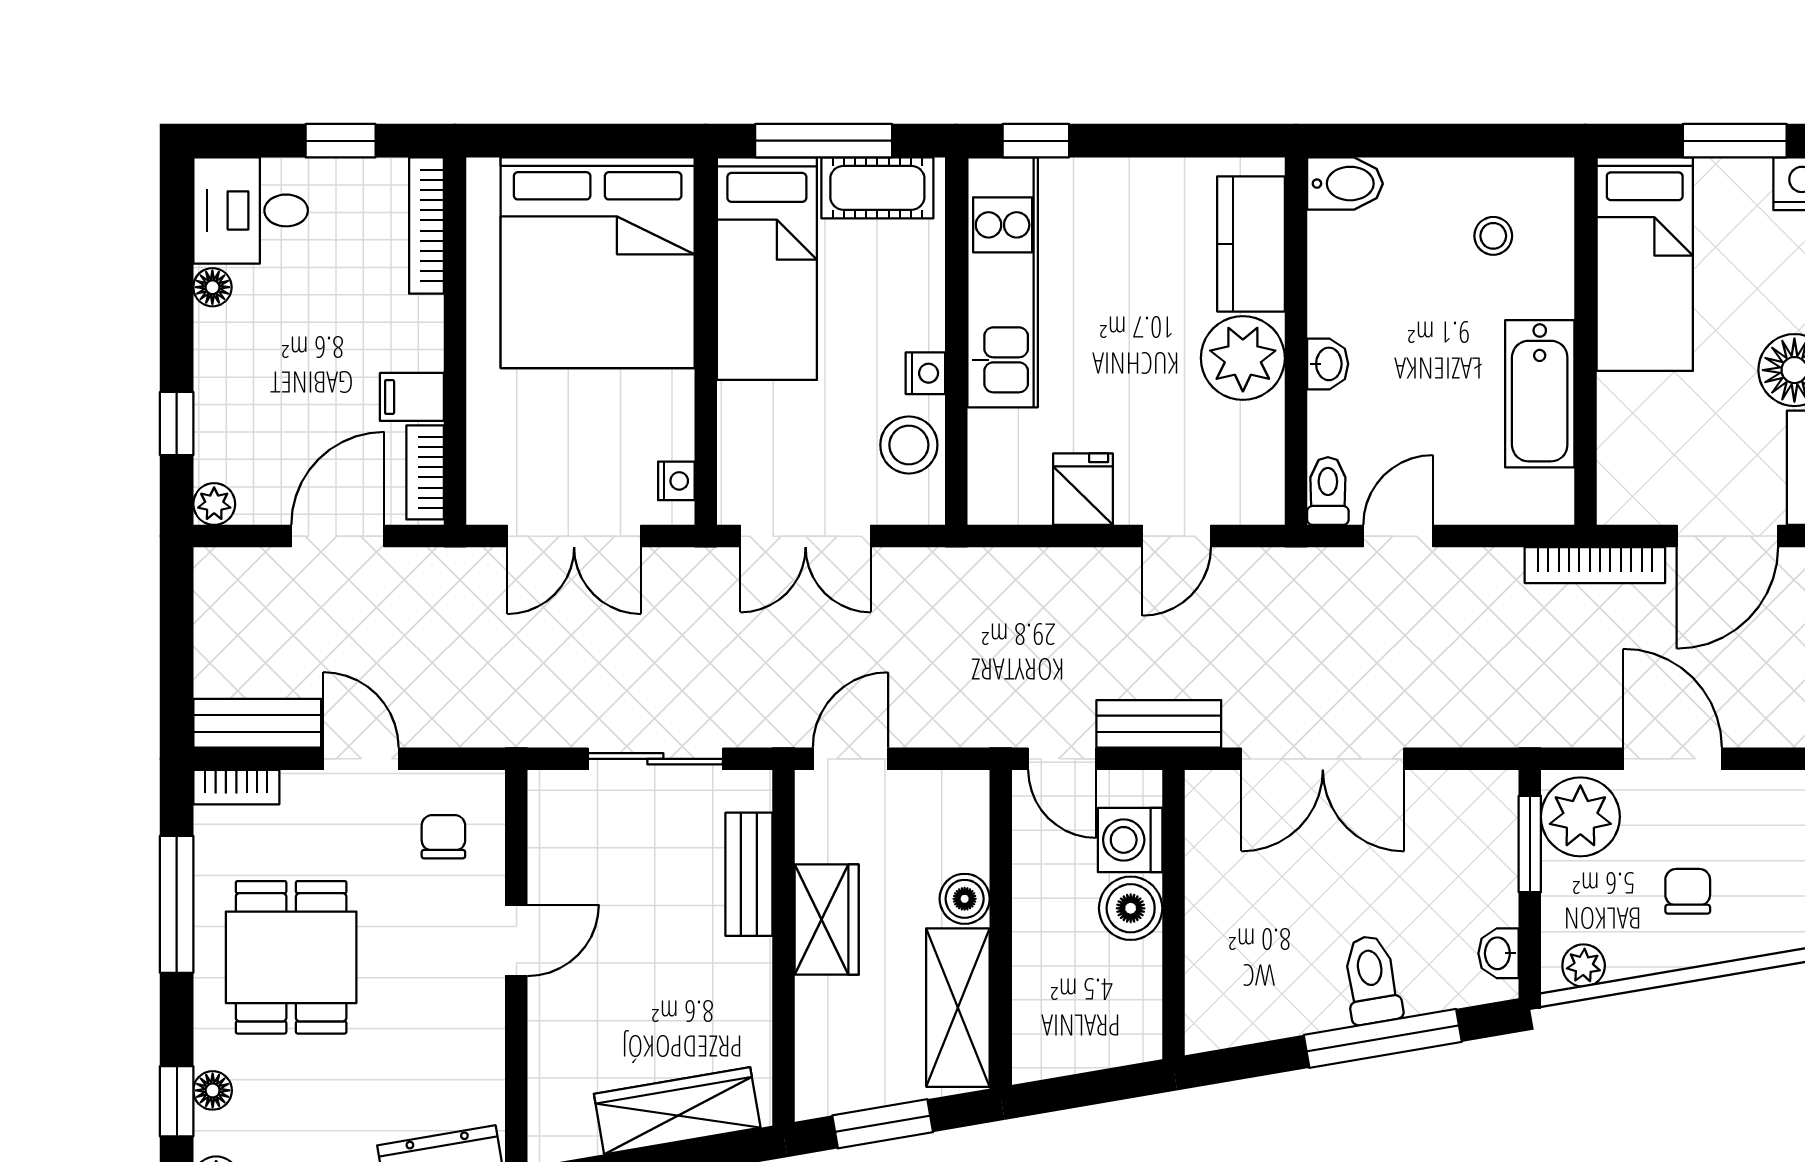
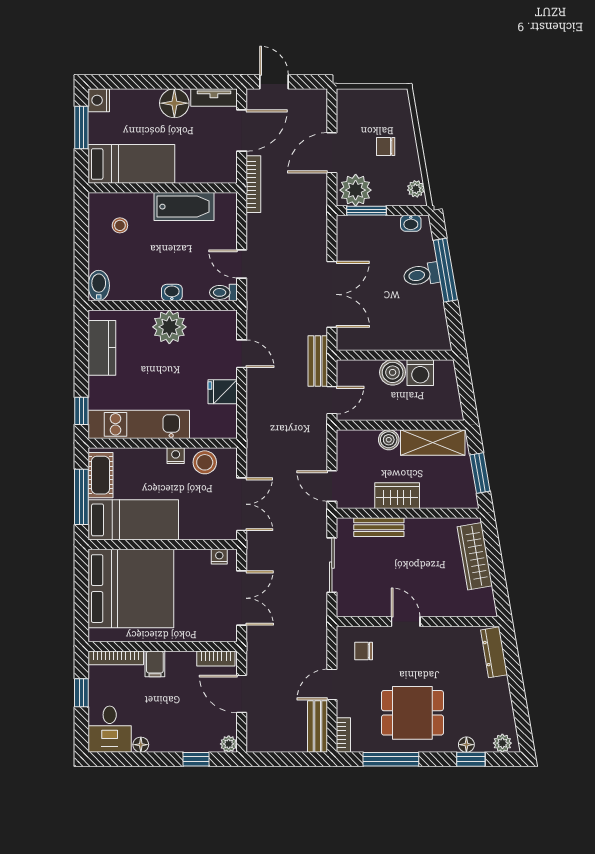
kitchen counter: (1251, 244) -> (102, 348), moved, turned -90
filing cabinet: (412, 397) -> (155, 664), moved
door: (1727, 536) -> (242, 130), hinge flipped
washing machine: (1130, 840) -> (420, 373), moved

